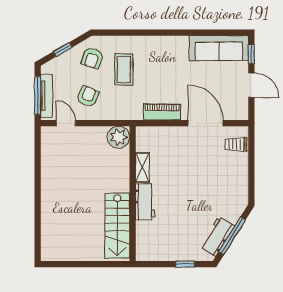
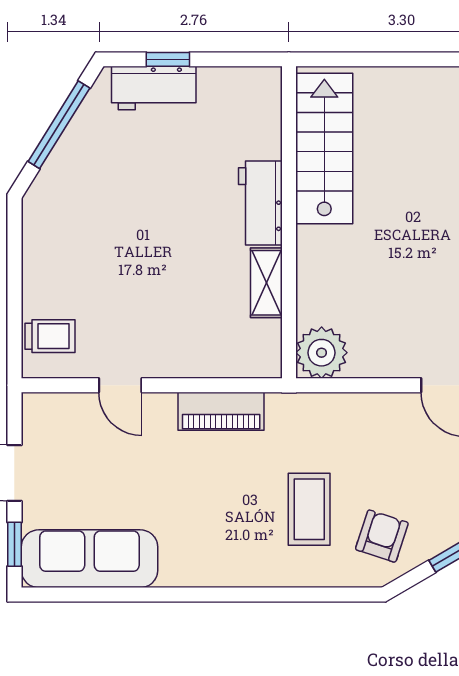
armchair: (88, 96) -> (392, 447), removed
door: (206, 123) -> (120, 385), width x0.53
workbench: (217, 237) -> (154, 88), moved, turned 58

